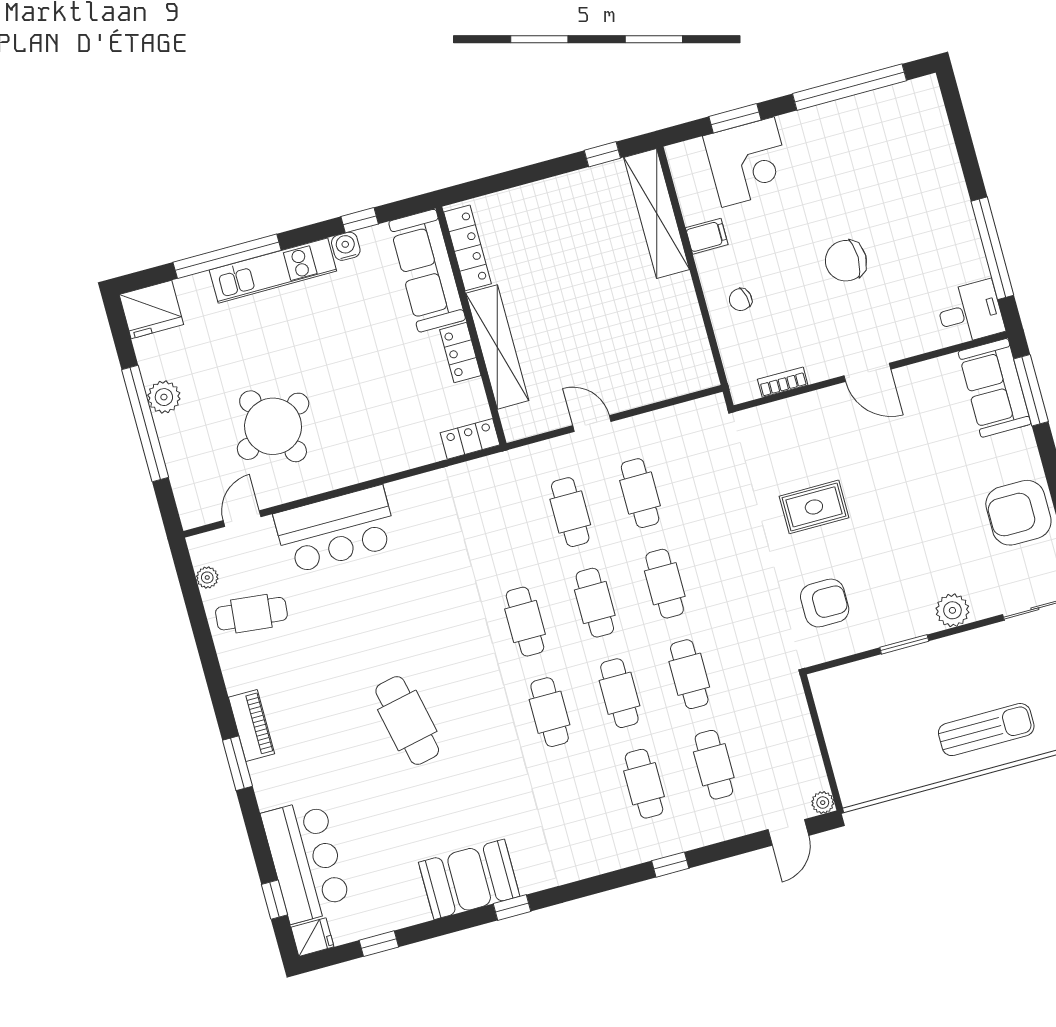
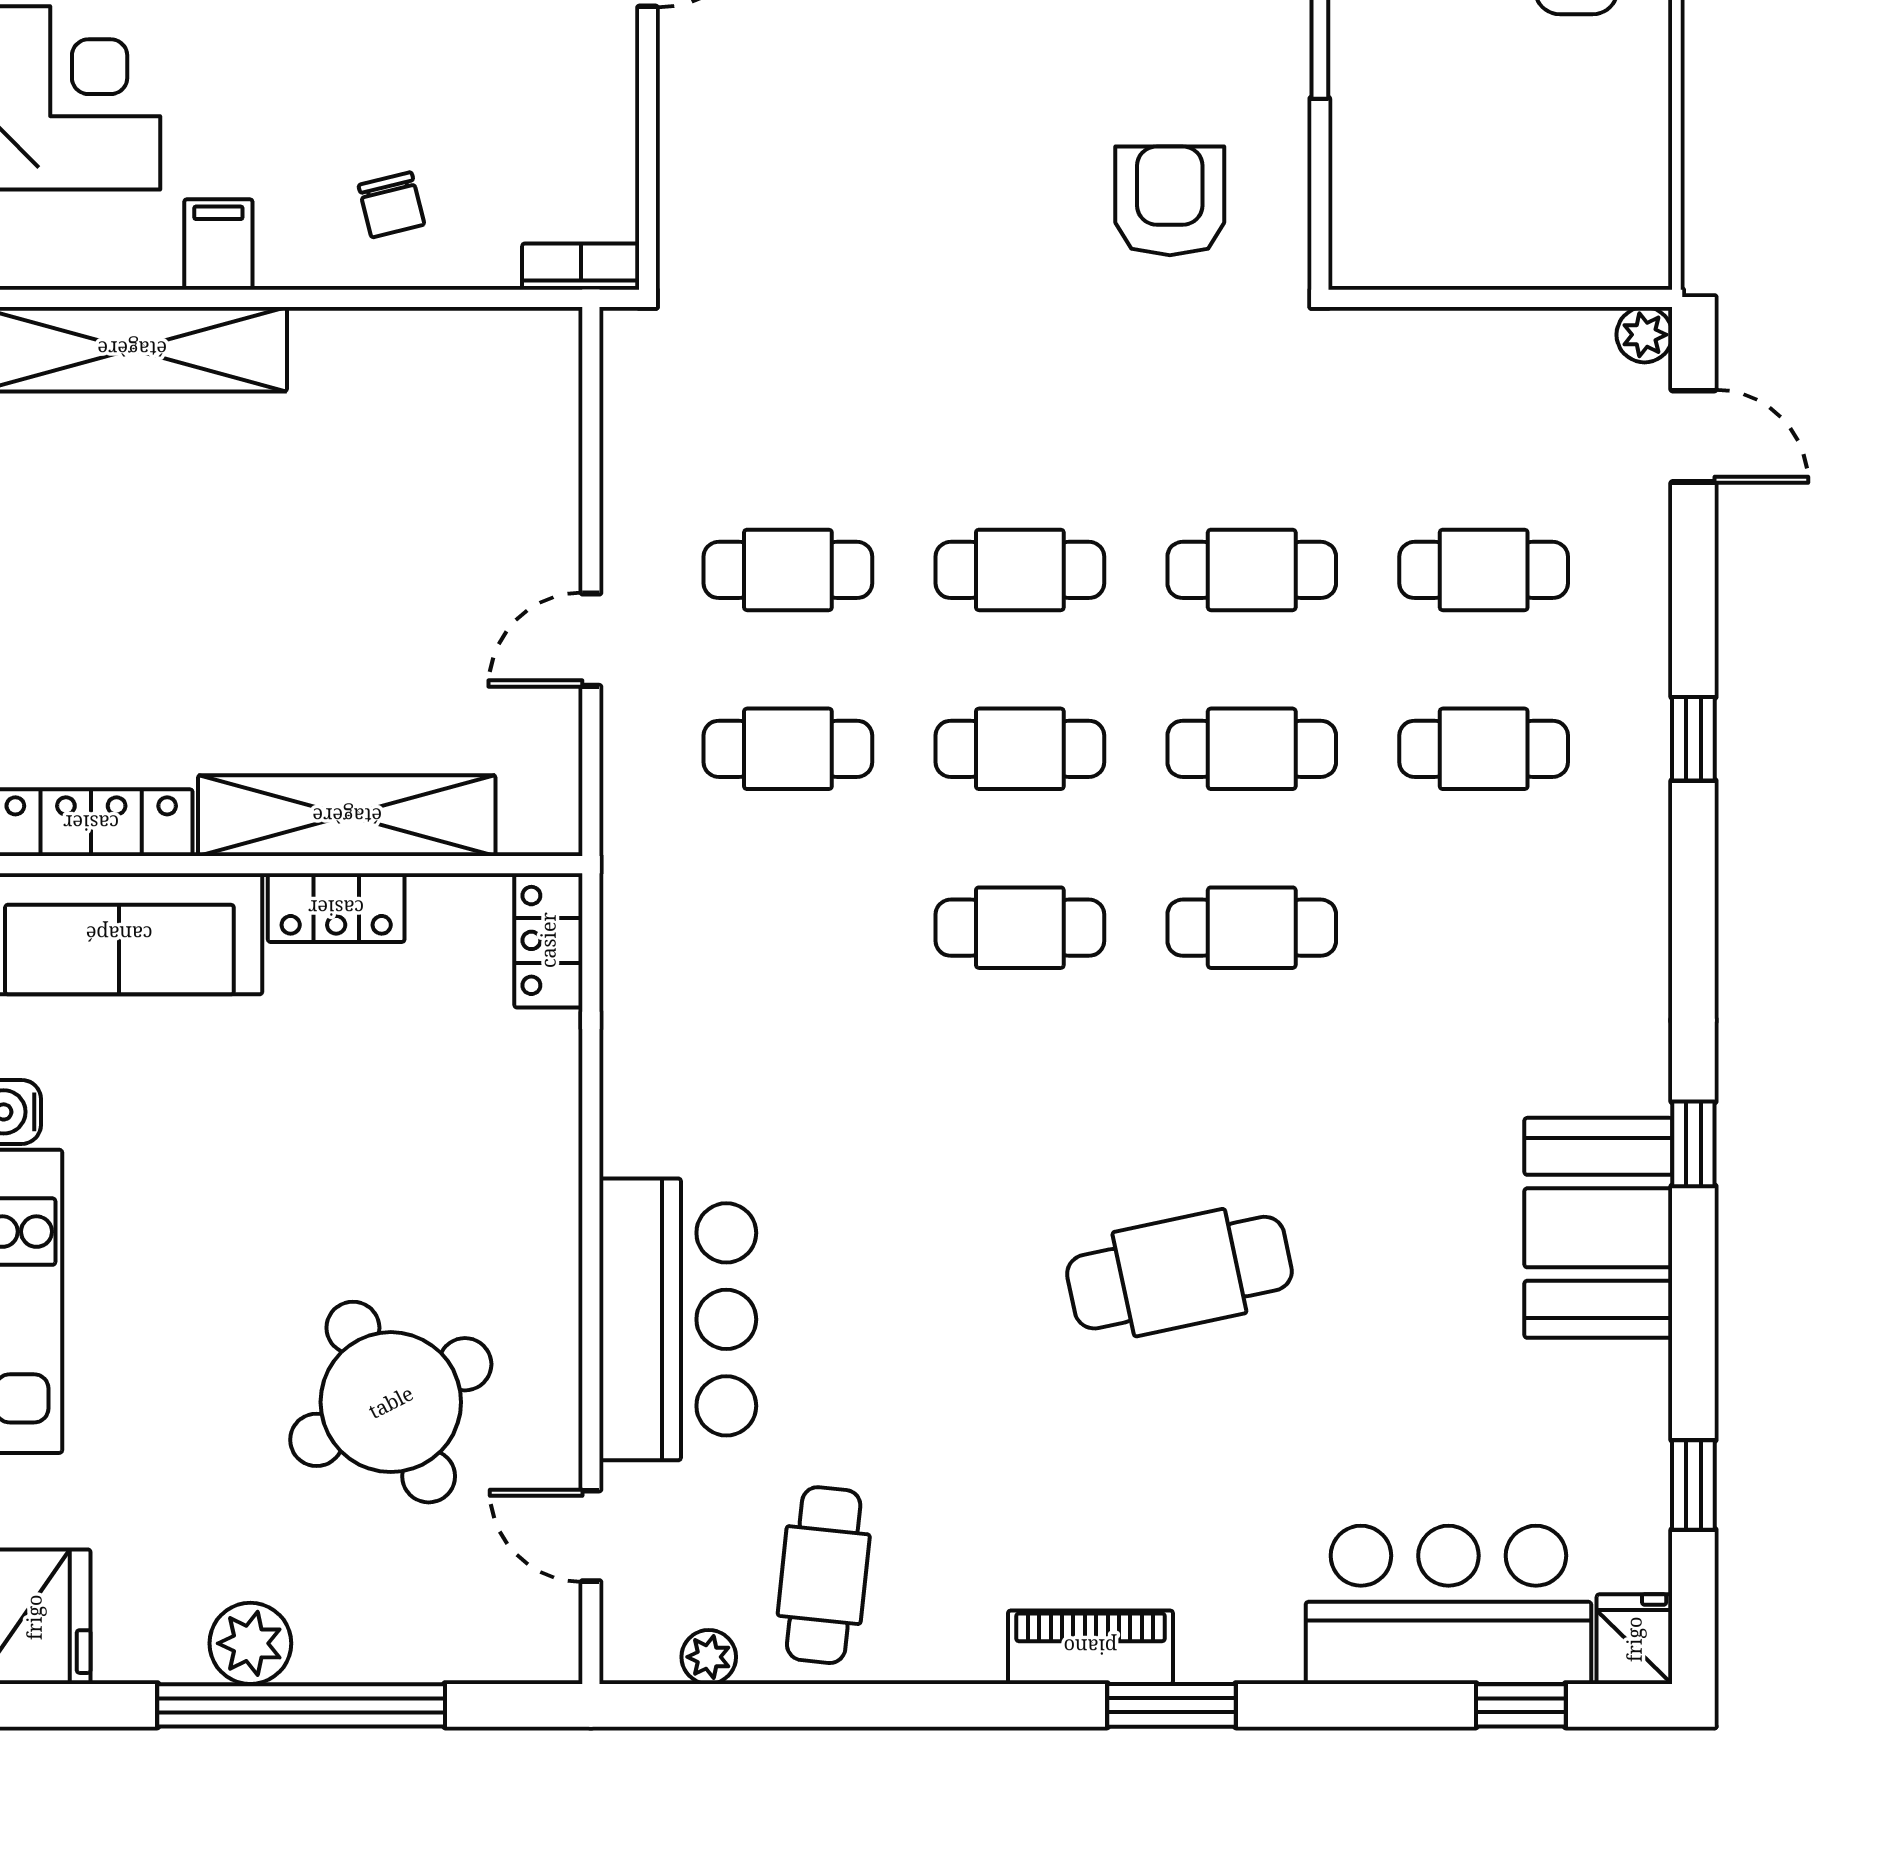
bookcase: (783, 382) -> (581, 267), moved, turned 90
rug: (814, 507) -> (934, 164), removed

